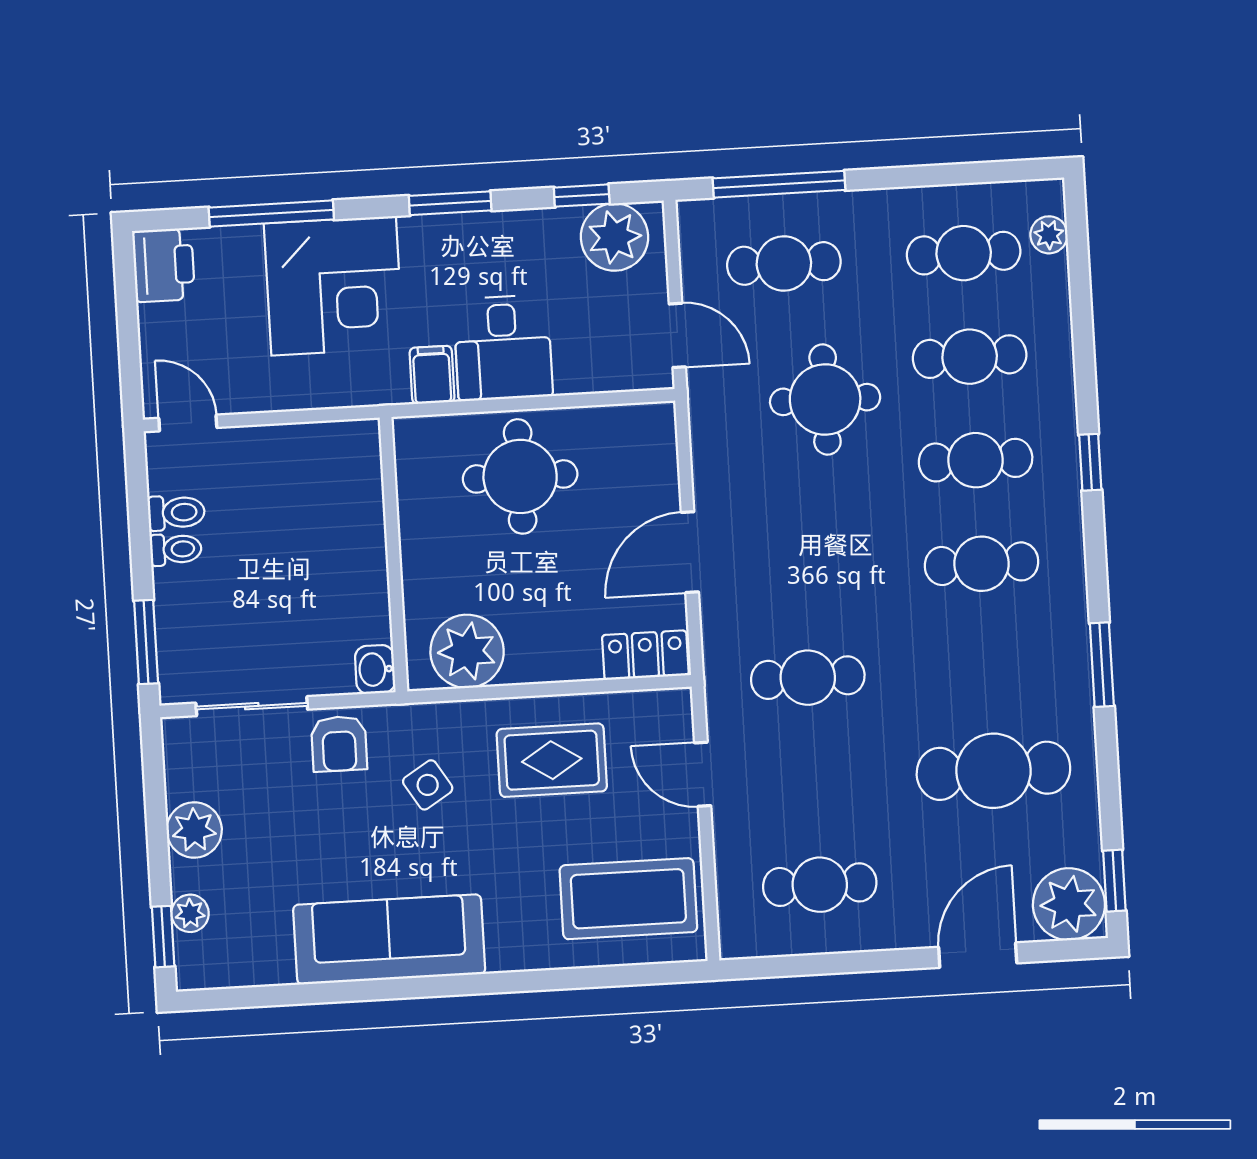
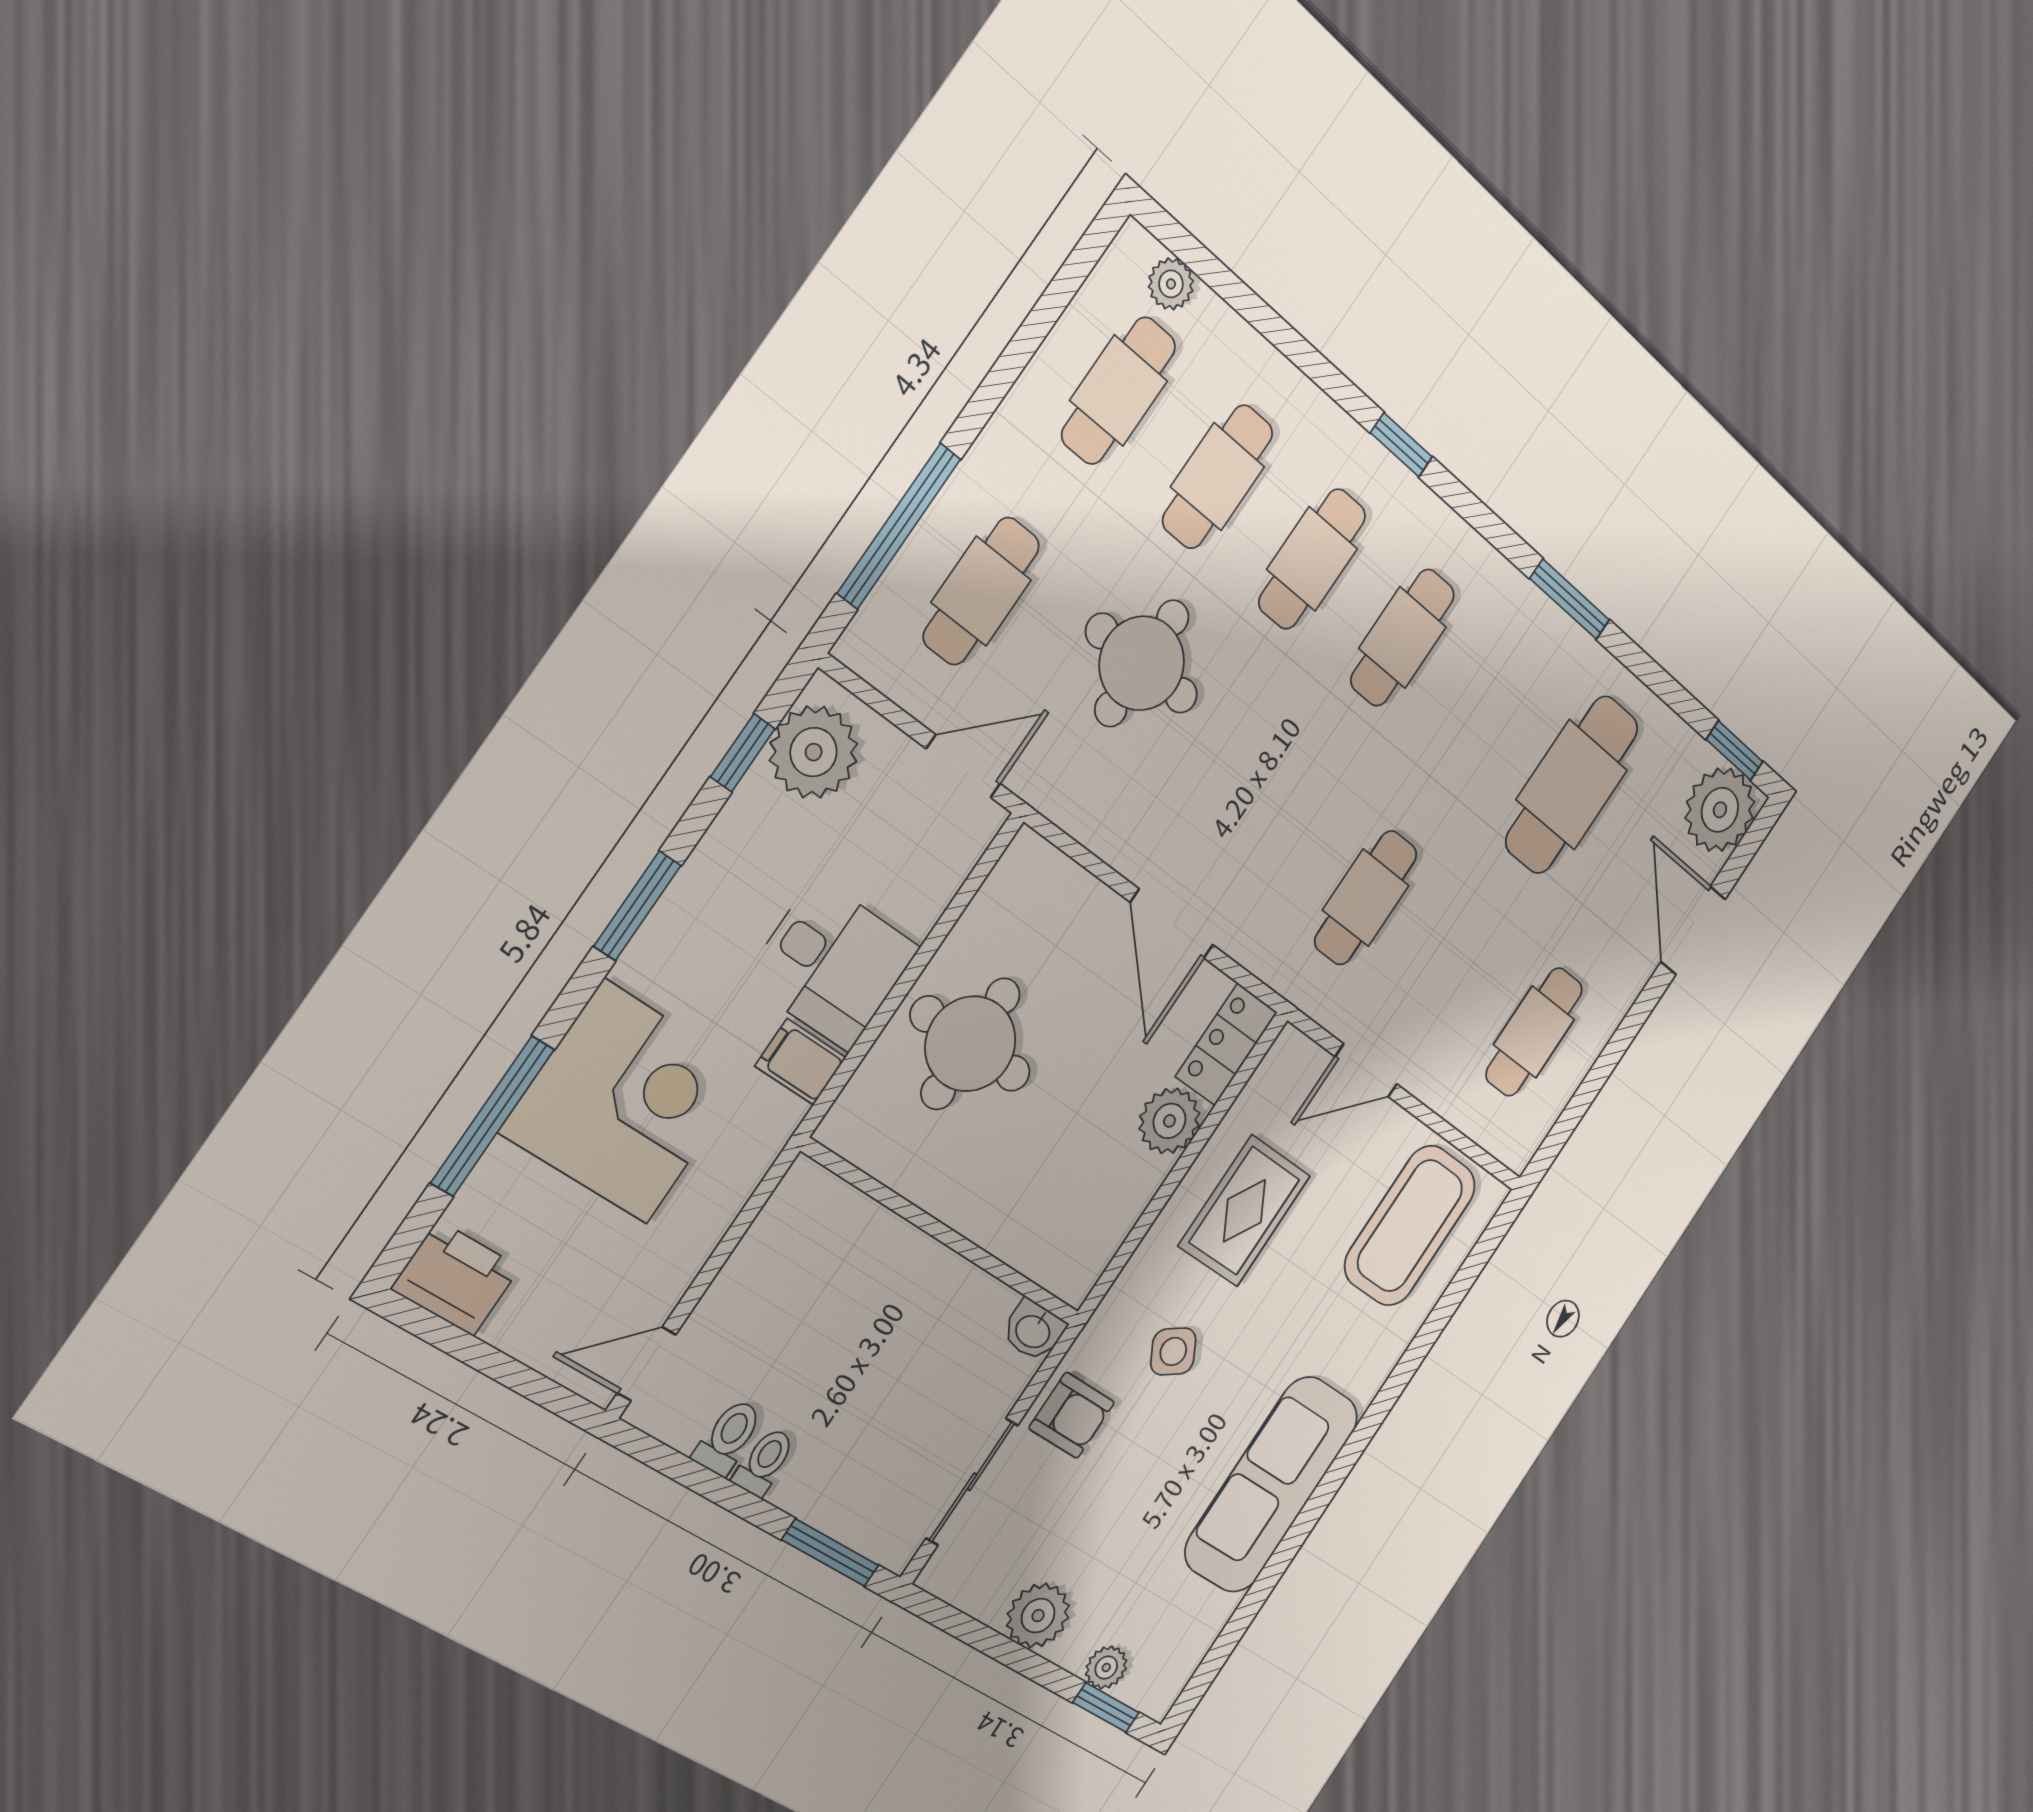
plant: (467, 651) -> (1169, 1121), moved, width x0.73, depth x0.73

